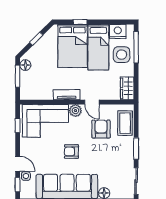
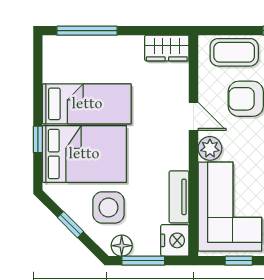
nightstand: (118, 32) -> (175, 240), moved, turned 180
side table: (122, 55) -> (108, 207), moved
tv unit: (67, 95) -> (179, 197), moved
door: (92, 102) -> (193, 116), hinge flipped

